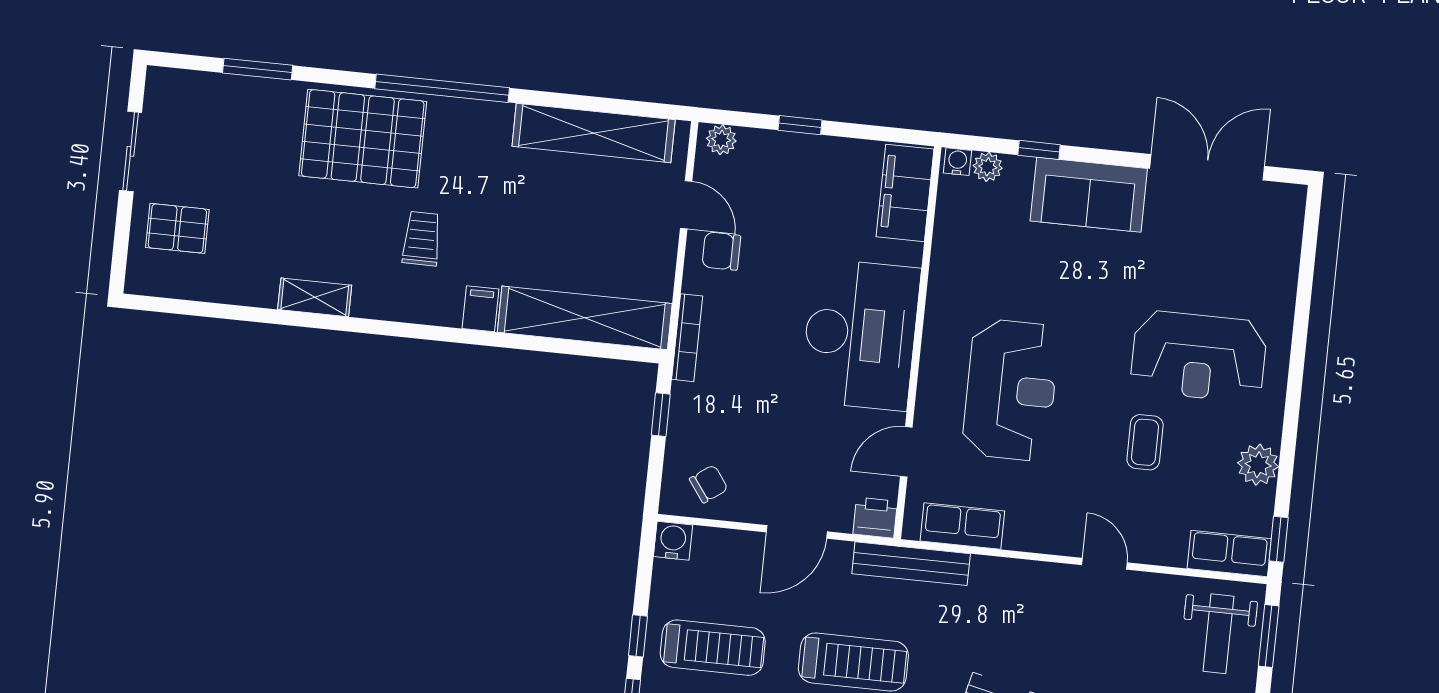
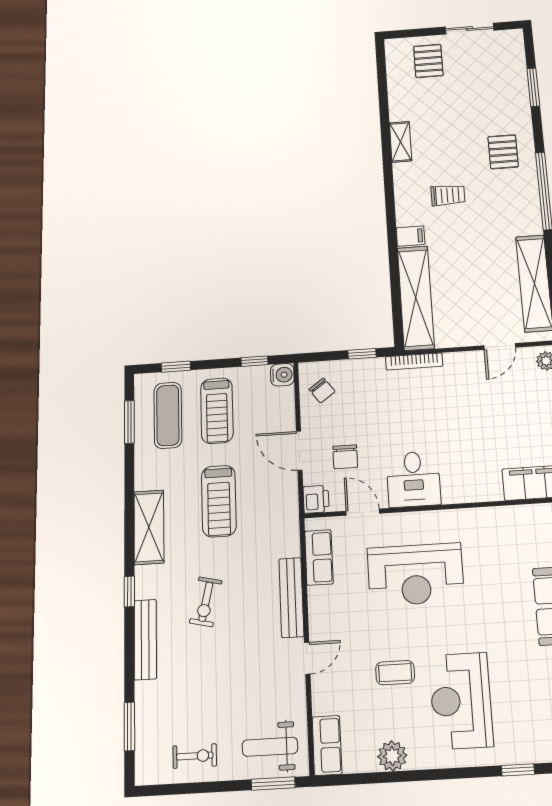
pallet: (363, 139) -> (503, 152), width x0.49, depth x0.50
chair: (721, 251) -> (345, 457), moved, turned 180
desk: (860, 335) -> (413, 479), width x0.53, depth x0.77
window: (1279, 539) -> (518, 770), moved
bench: (911, 564) -> (291, 597), moved
window: (638, 636) -> (255, 361), moved

